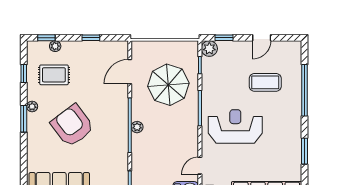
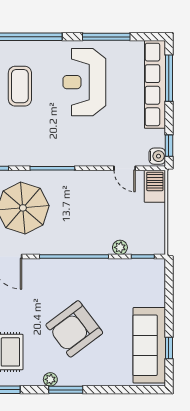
reception desk: (235, 126) -> (84, 82), moved
plant: (137, 127) -> (120, 247), moved
window: (304, 151) -> (106, 37), width x1.44

